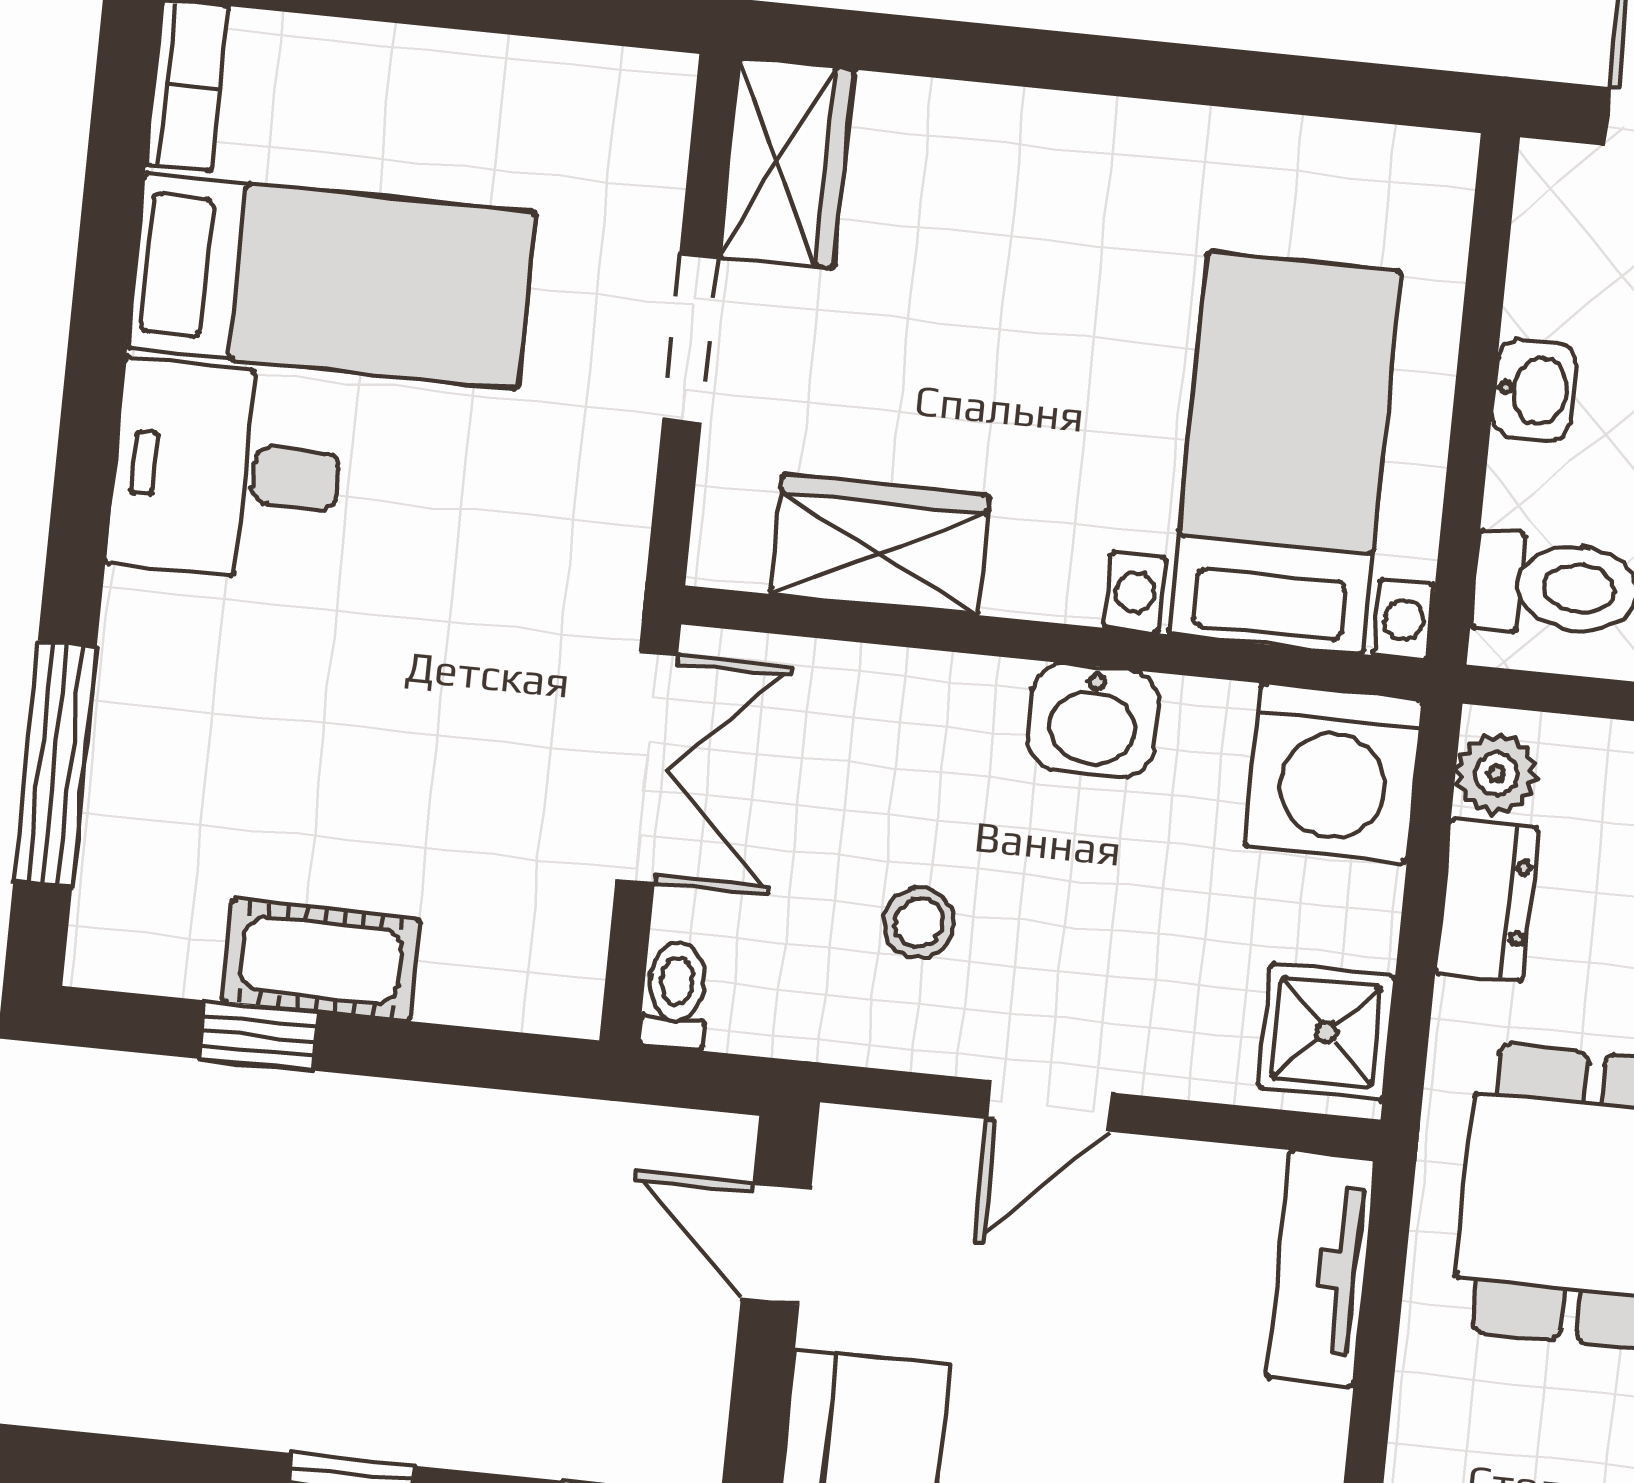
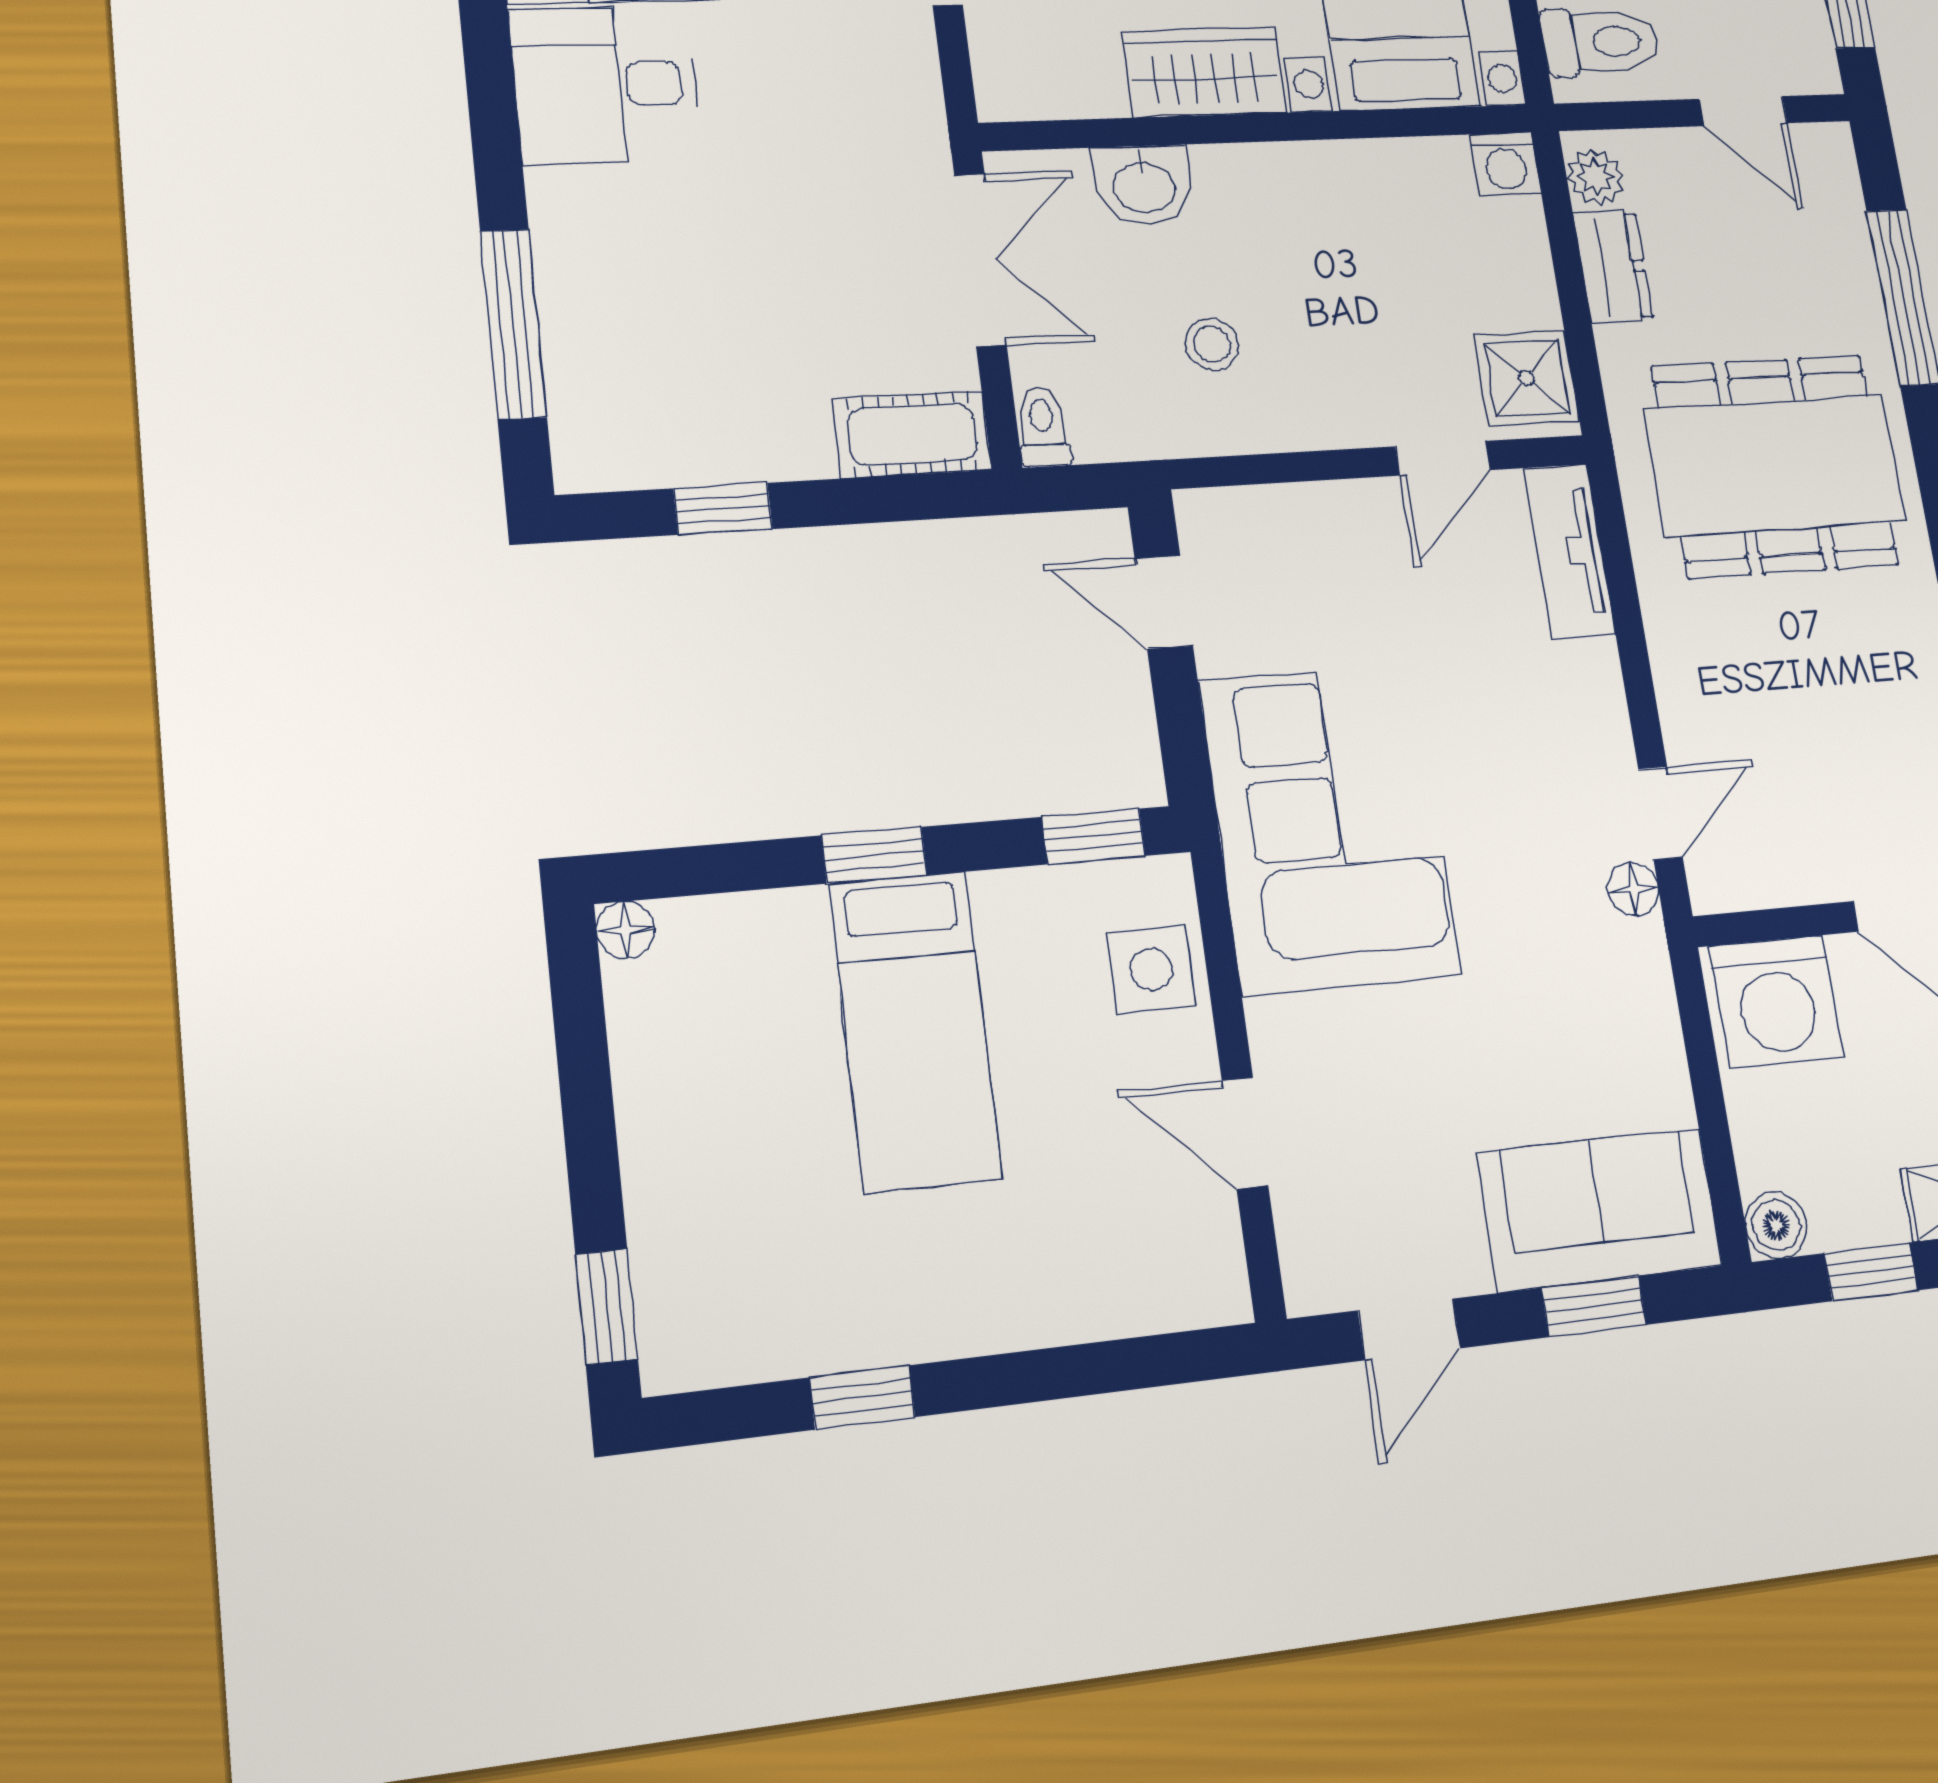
wardrobe: (880, 544) -> (1204, 72), moved
washbasin: (1093, 720) -> (1144, 185), moved
washing machine: (1334, 773) -> (1505, 164), width x0.53, depth x0.53
cot: (321, 960) -> (912, 434), moved
door: (1050, 1106) -> (1443, 458), moved

